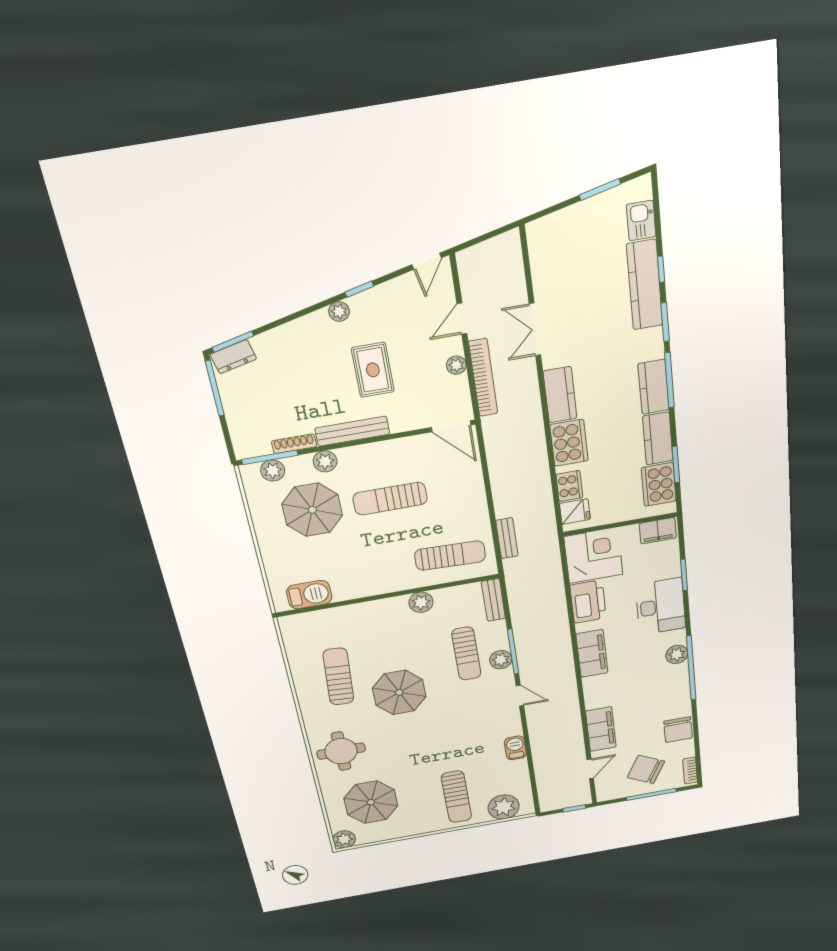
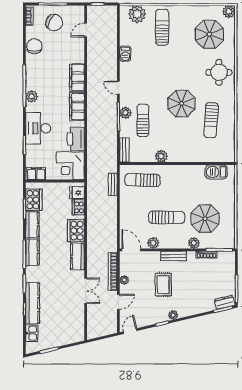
bench: (352, 431) -> (174, 256), width x0.73
plant: (273, 470) -> (153, 243), moved
filing cabinet: (601, 729) -> (77, 78), moved

